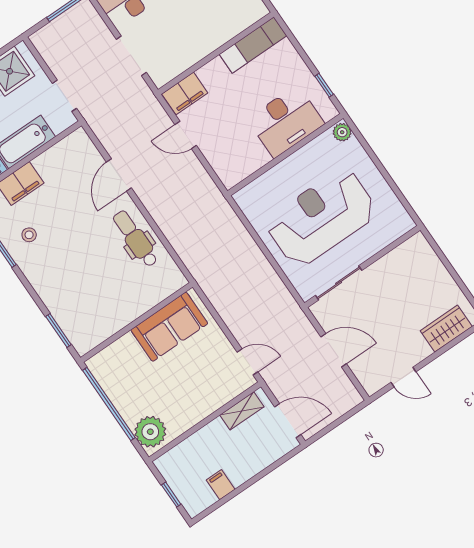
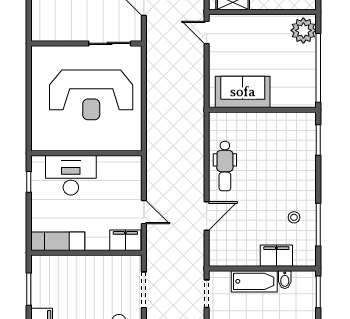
plant: (342, 132) -> (38, 142), removed

